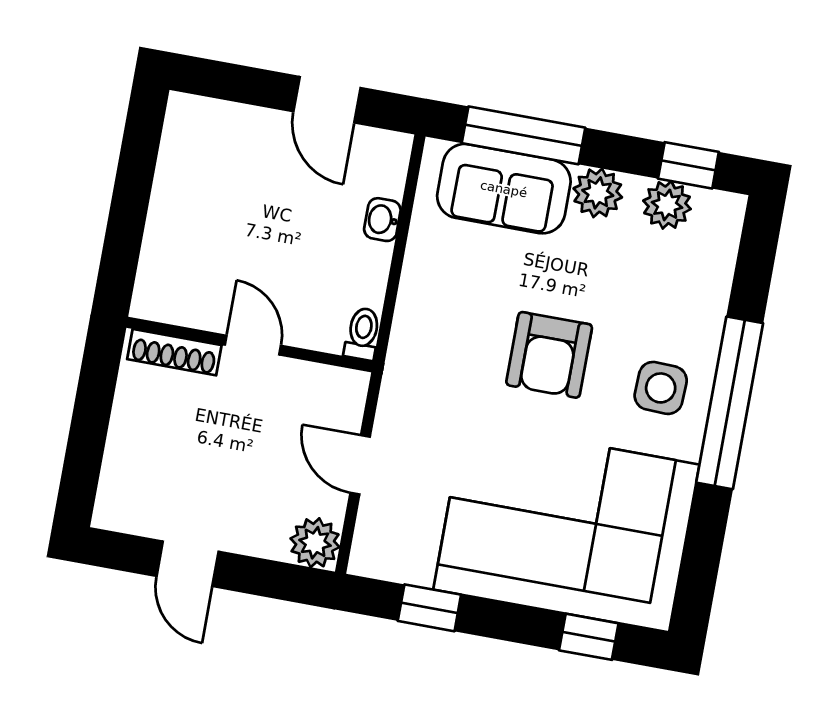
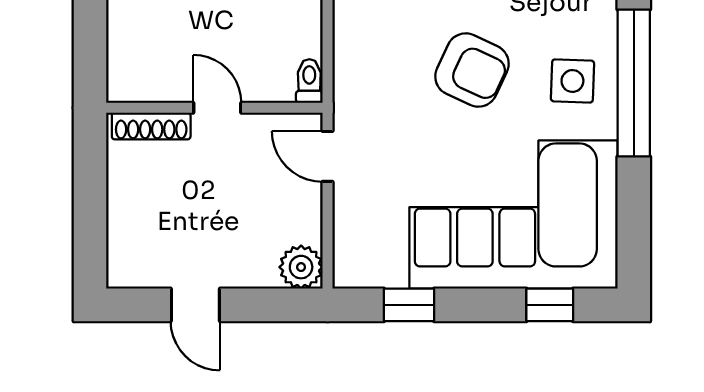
armchair: (549, 355) -> (472, 70), turned -65
door: (360, 465) -> (328, 156), moved

